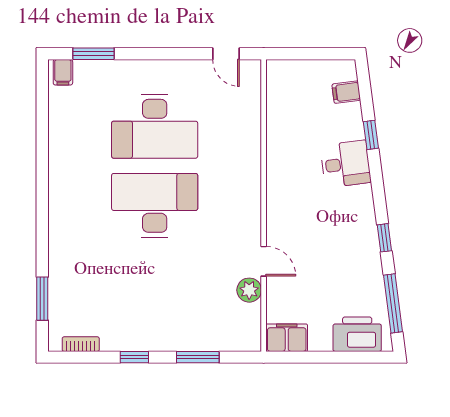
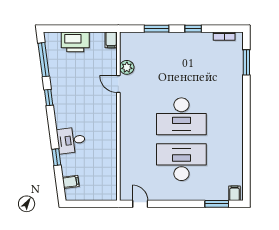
printer: (357, 334) -> (75, 42), moved
filing cabinet: (287, 338) -> (111, 40), width x0.50

